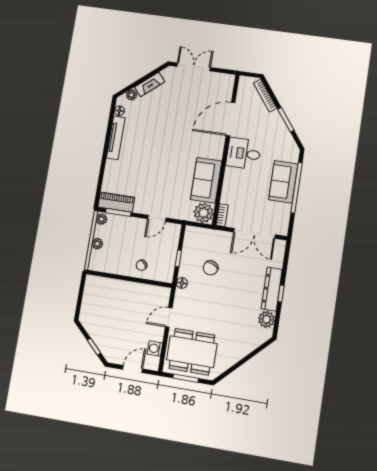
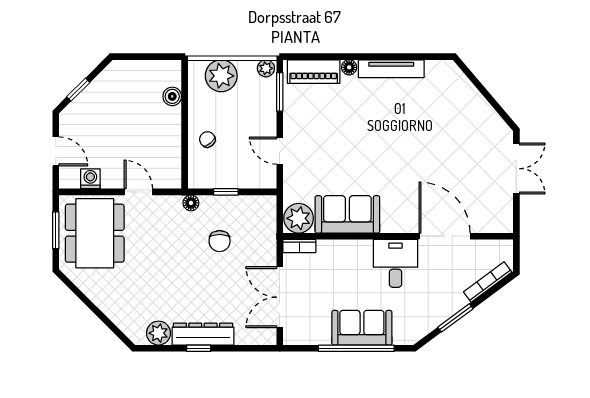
fireplace: (150, 84) -> (480, 106), removed
plant: (132, 95) -> (460, 82), removed
floor lamp: (119, 111) -> (349, 67), moved
piano: (116, 202) -> (314, 72), moved, turned 90
plant: (97, 244) -> (221, 76), width x1.87, depth x1.87
chair: (211, 268) -> (220, 241), turned -114
boiler: (109, 284) -> (172, 96), added

